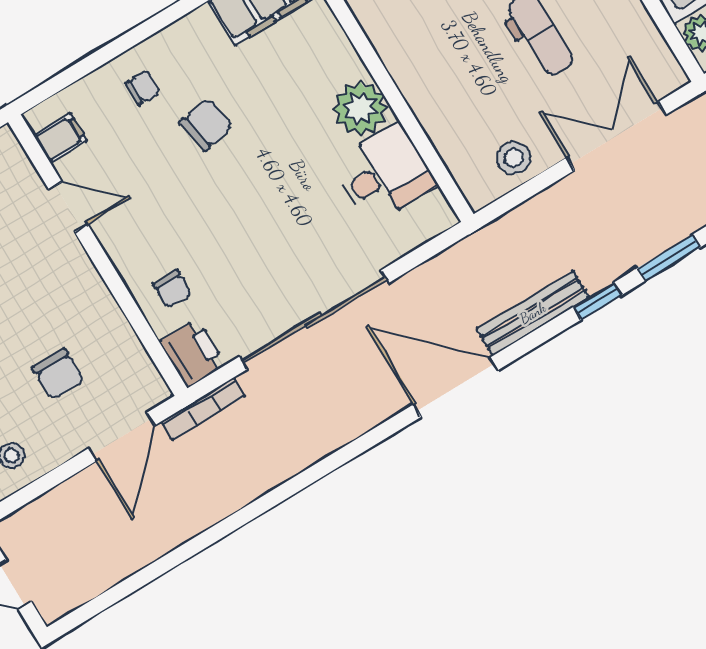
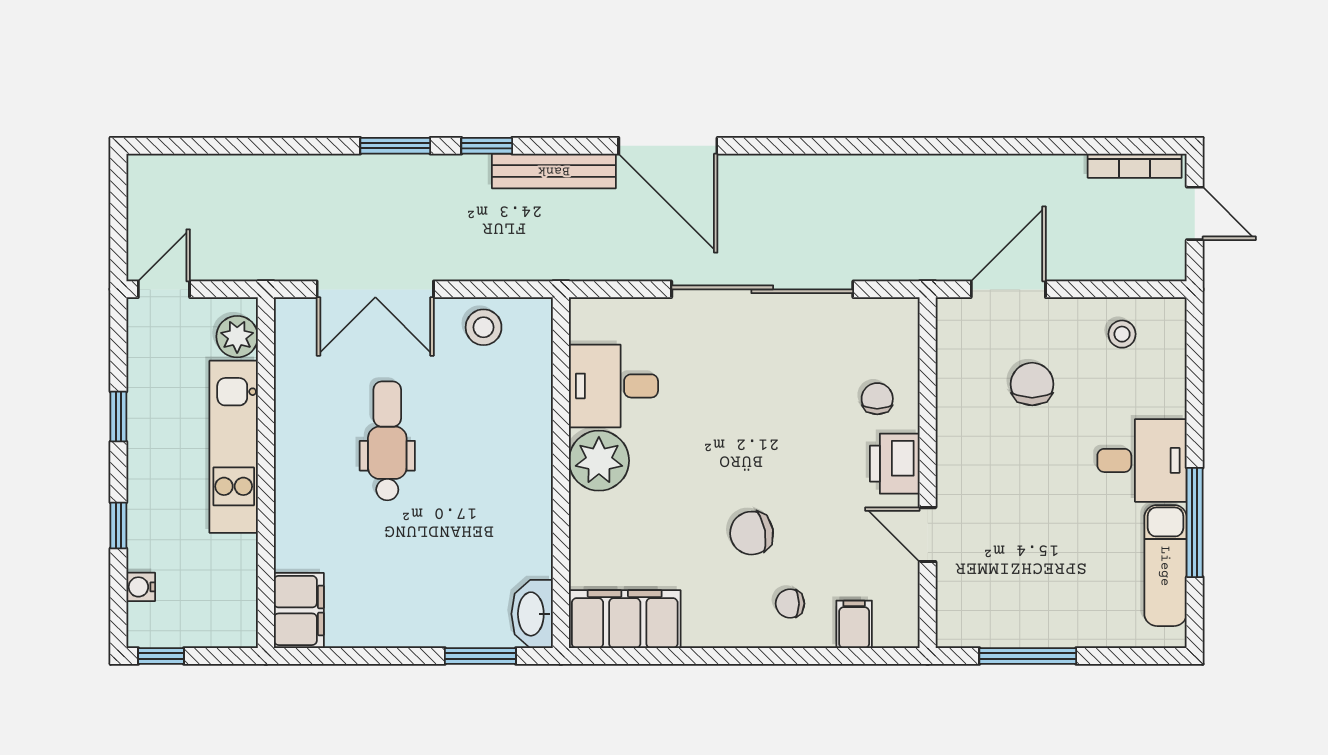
filing cabinet: (60, 138) -> (854, 624), moved, turned 90
printer: (192, 353) -> (895, 464), moved
bookcase: (203, 409) -> (1135, 166), moved, turned 180

